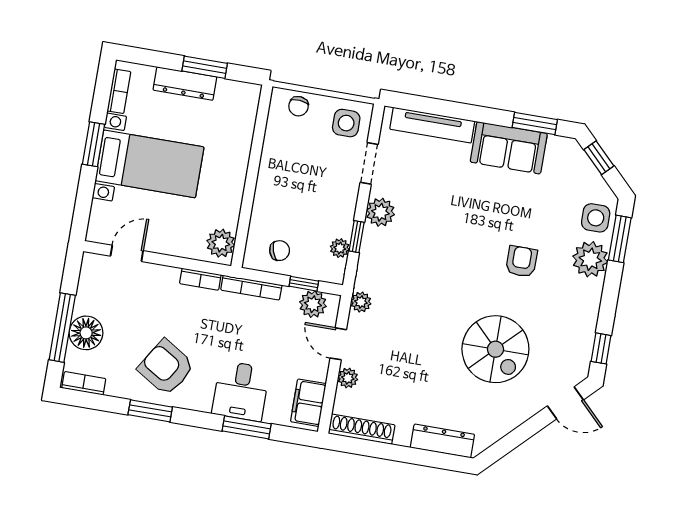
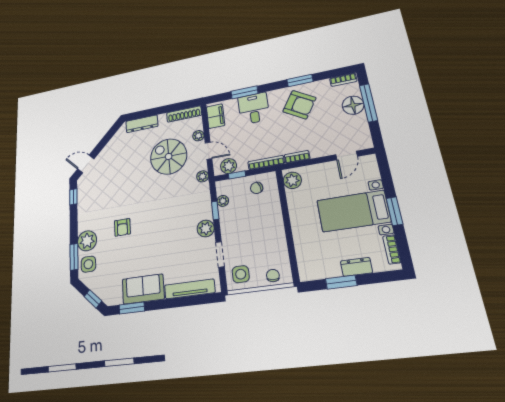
dresser: (185, 84) -> (356, 267), width x0.70
spiral stairs: (495, 349) -> (169, 156), moved

